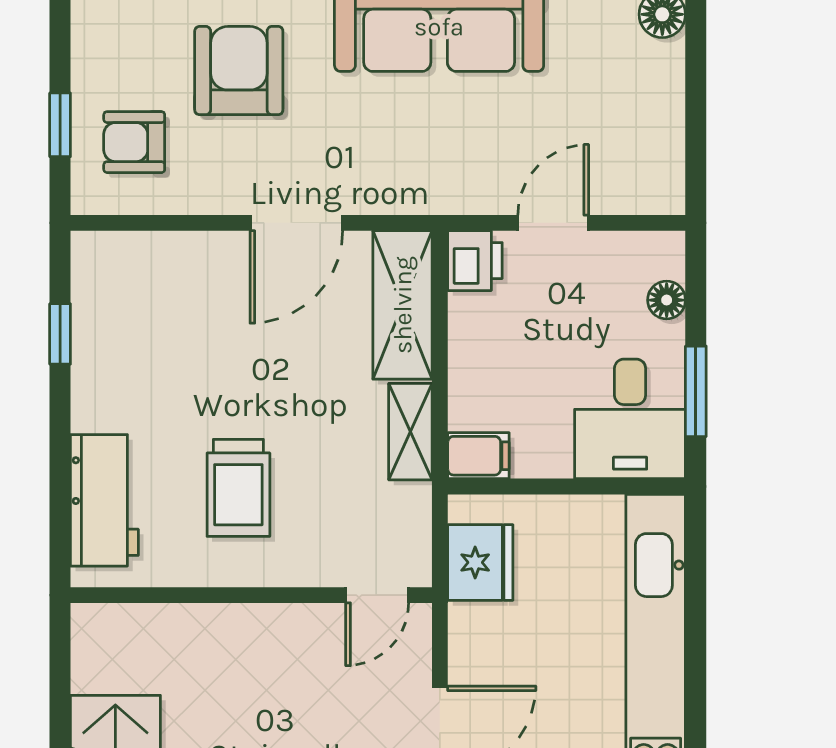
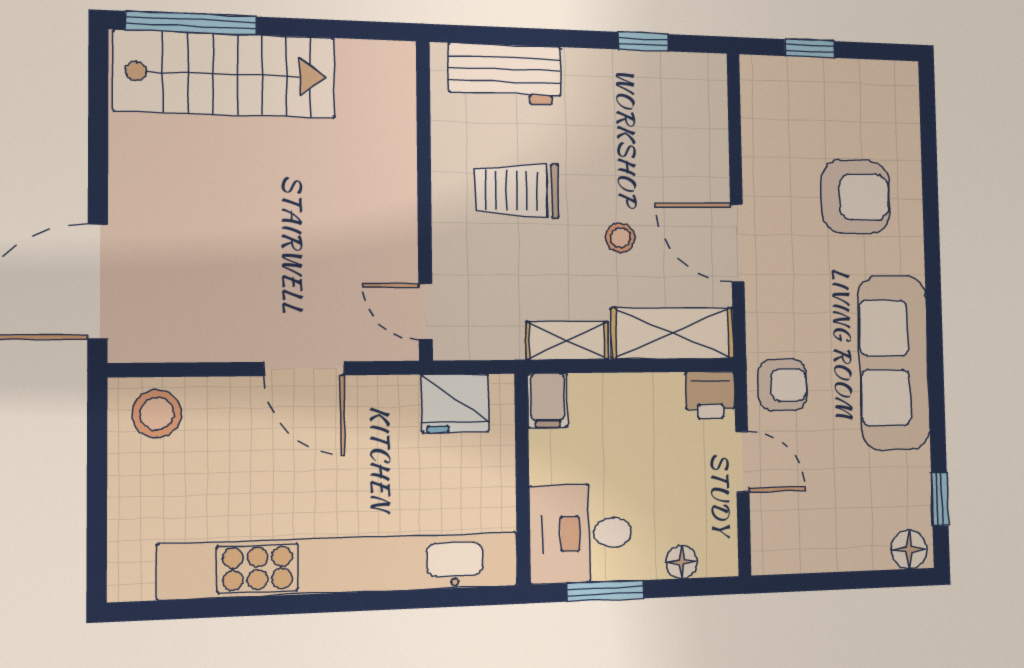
armchair: (134, 142) -> (783, 385), moved, turned 90
stool: (292, 366) -> (620, 238), added

